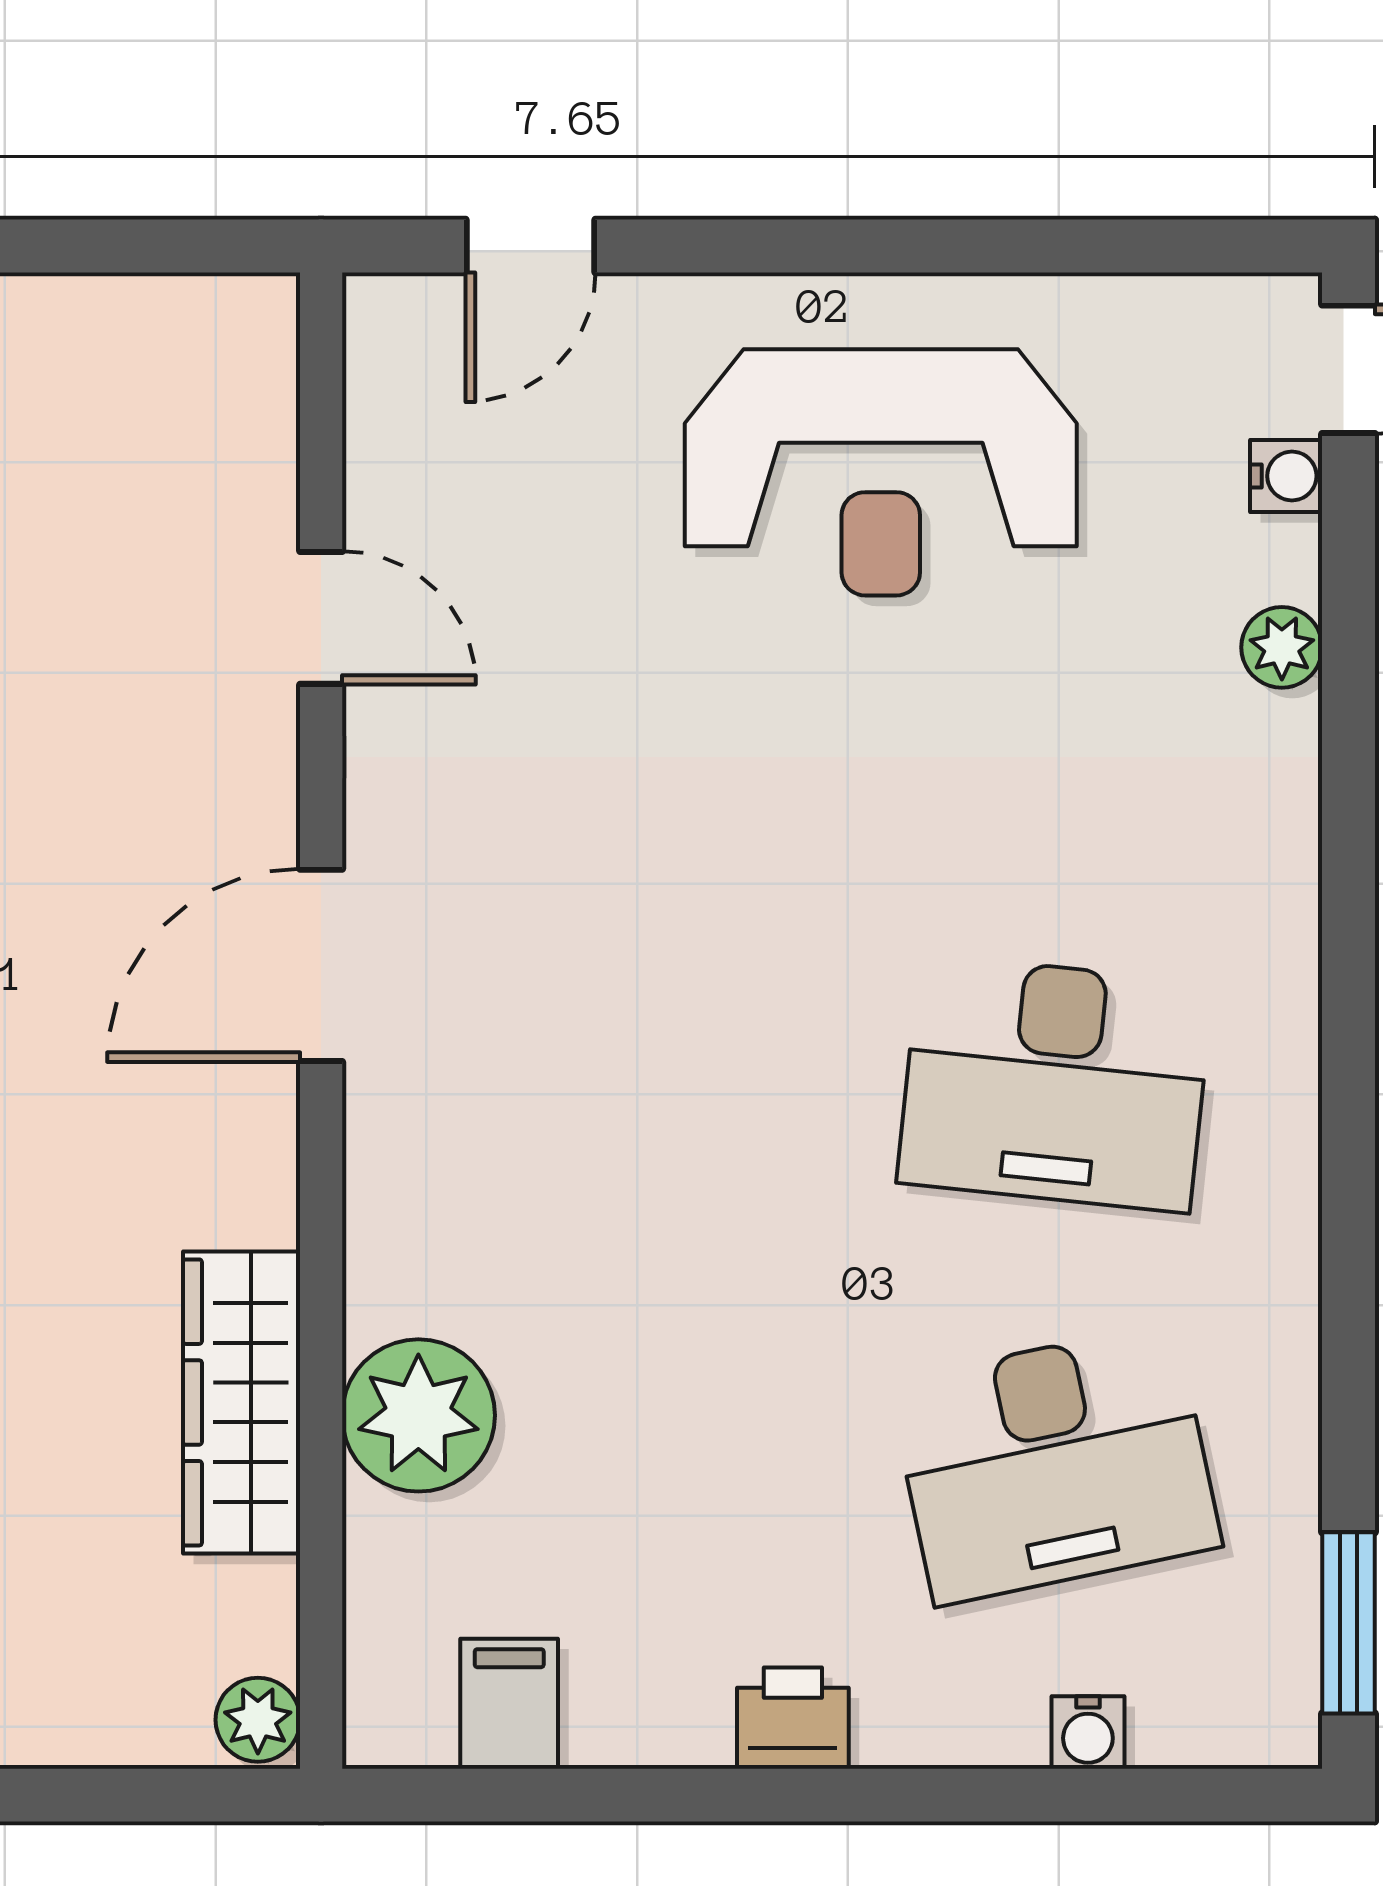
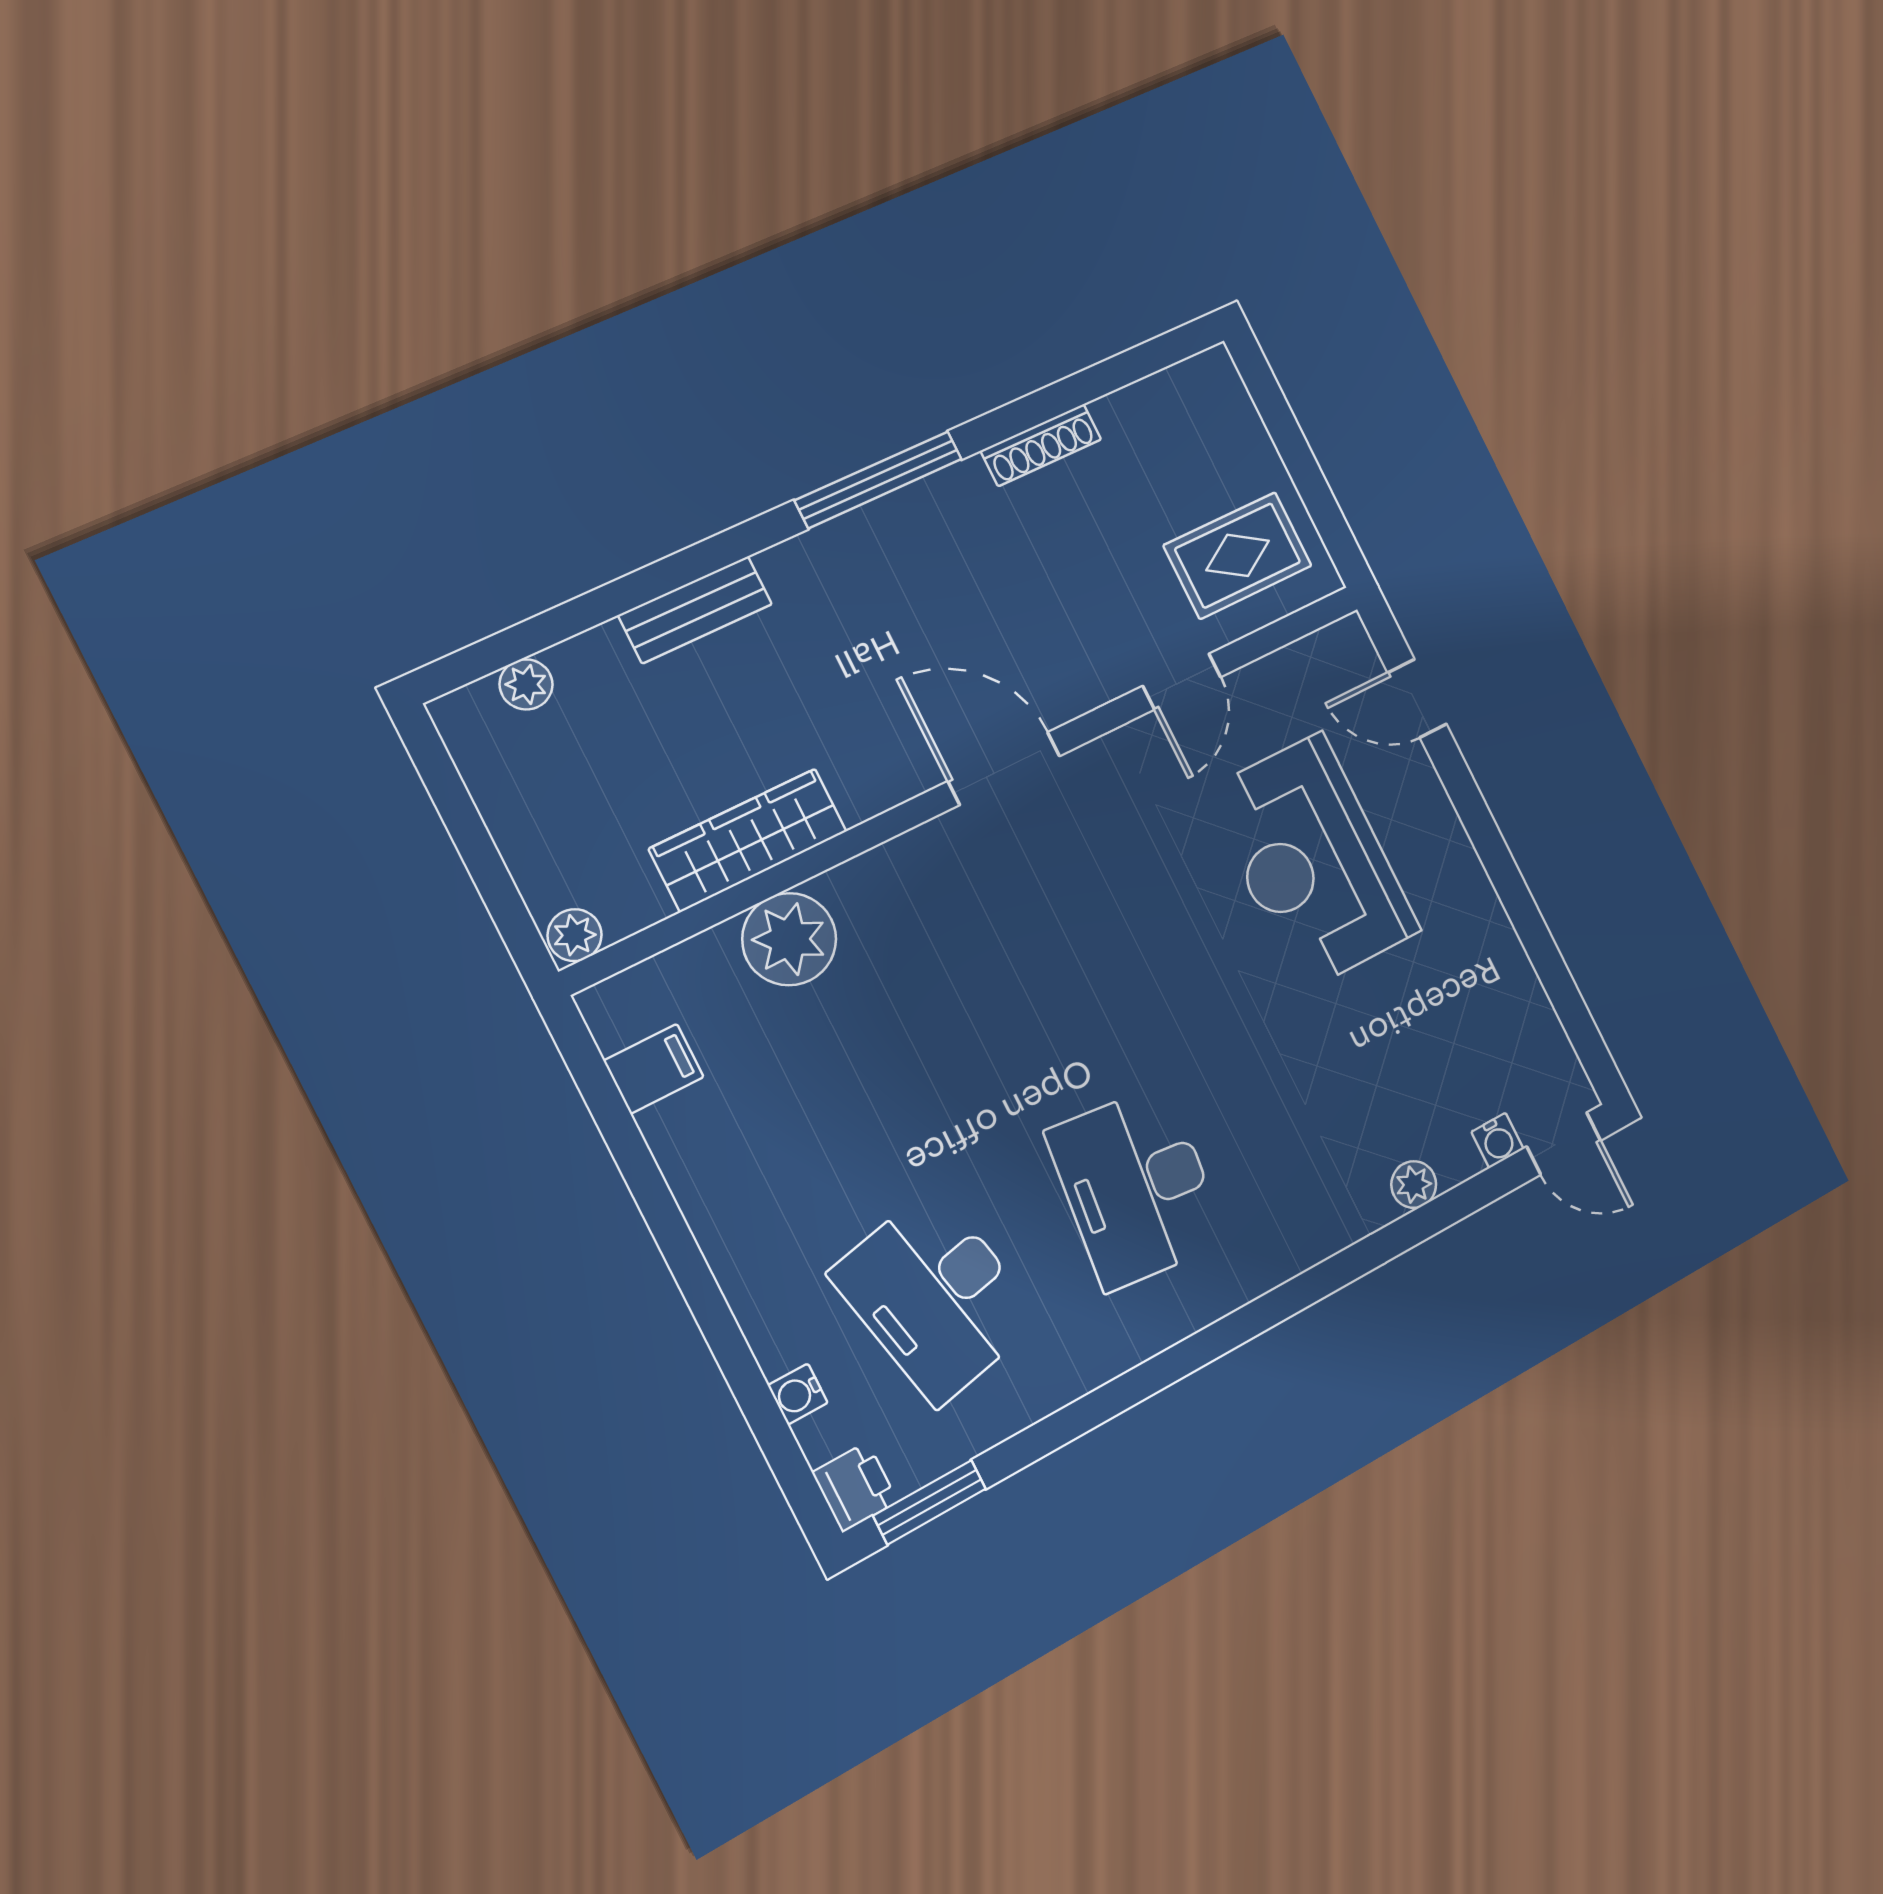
rug: (166, 426) -> (1238, 555), added
reception desk: (881, 472) -> (1312, 862), moved
printer: (793, 1718) -> (855, 1487), moved

